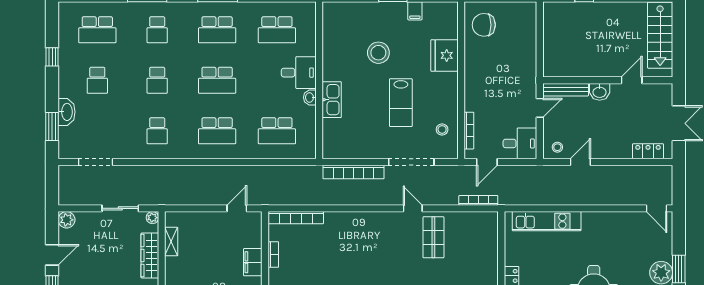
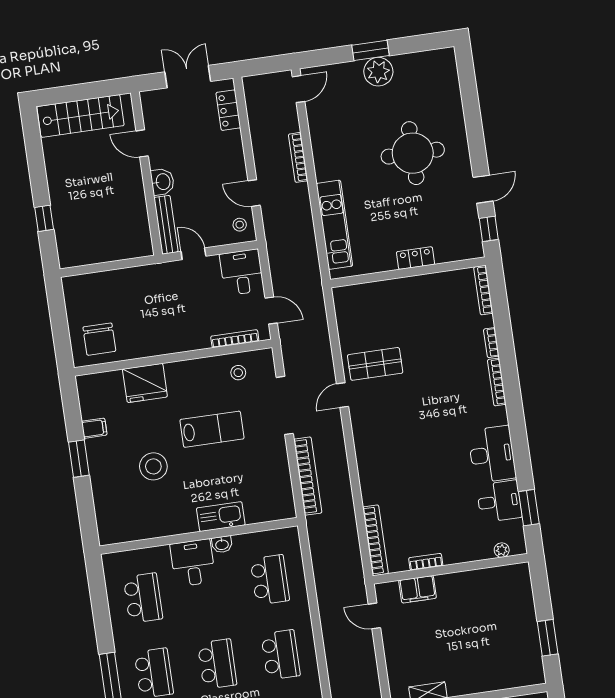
bookcase: (478, 200) -> (298, 157), moved
filing cabinet: (253, 262) -> (418, 589), moved

